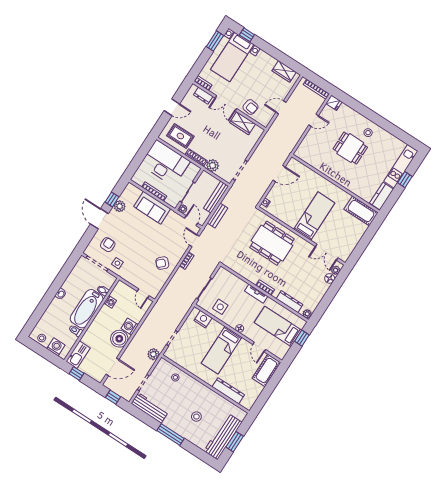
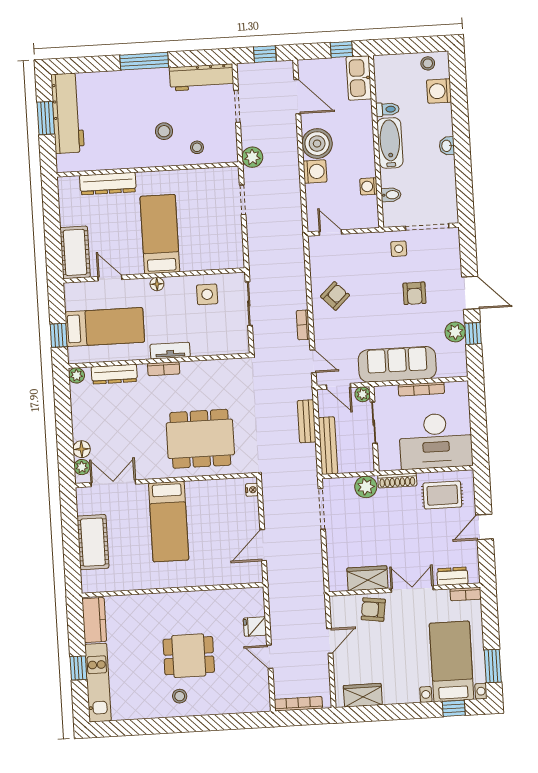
fridge: (334, 103) -> (255, 627), moved
door: (314, 120) -> (270, 657), hinge flipped
sofa: (152, 208) -> (397, 364), width x1.36
cot: (361, 211) -> (93, 542), moved, turned 90
armchair: (108, 245) -> (414, 293), moved
bathtub: (87, 309) -> (390, 143), width x0.73, depth x0.73
nightstand: (203, 319) -> (219, 259), removed
washing machine: (56, 347) -> (439, 91), moved, turned 90
door: (112, 367) -> (297, 97), swing flipped
stool: (196, 417) -> (164, 131), moved

